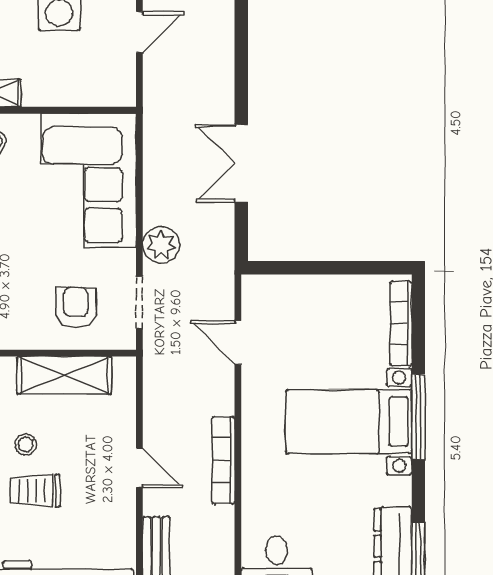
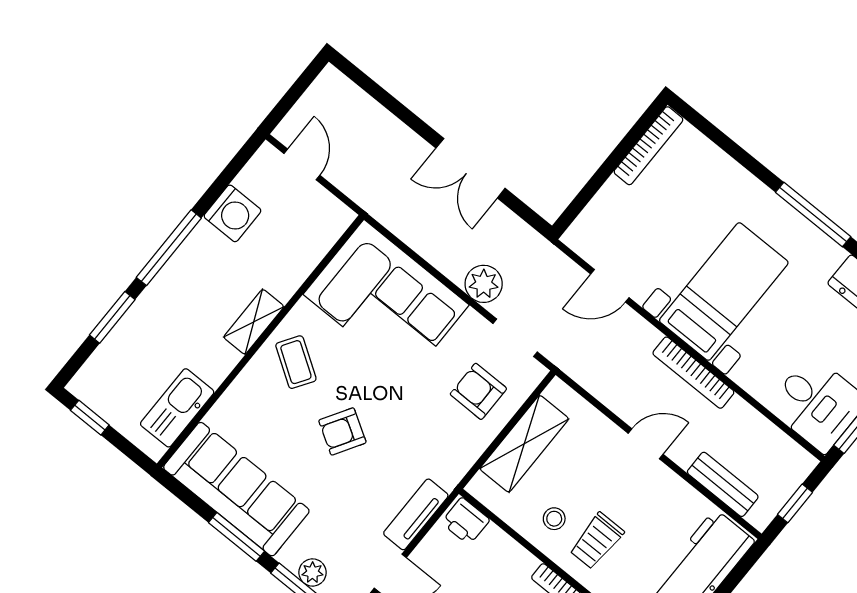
bookcase: (401, 323) -> (648, 146), moved, turned -90
window: (418, 417) -> (813, 215), moved
bed with nightstands: (349, 422) -> (724, 292), moved, turned 180

